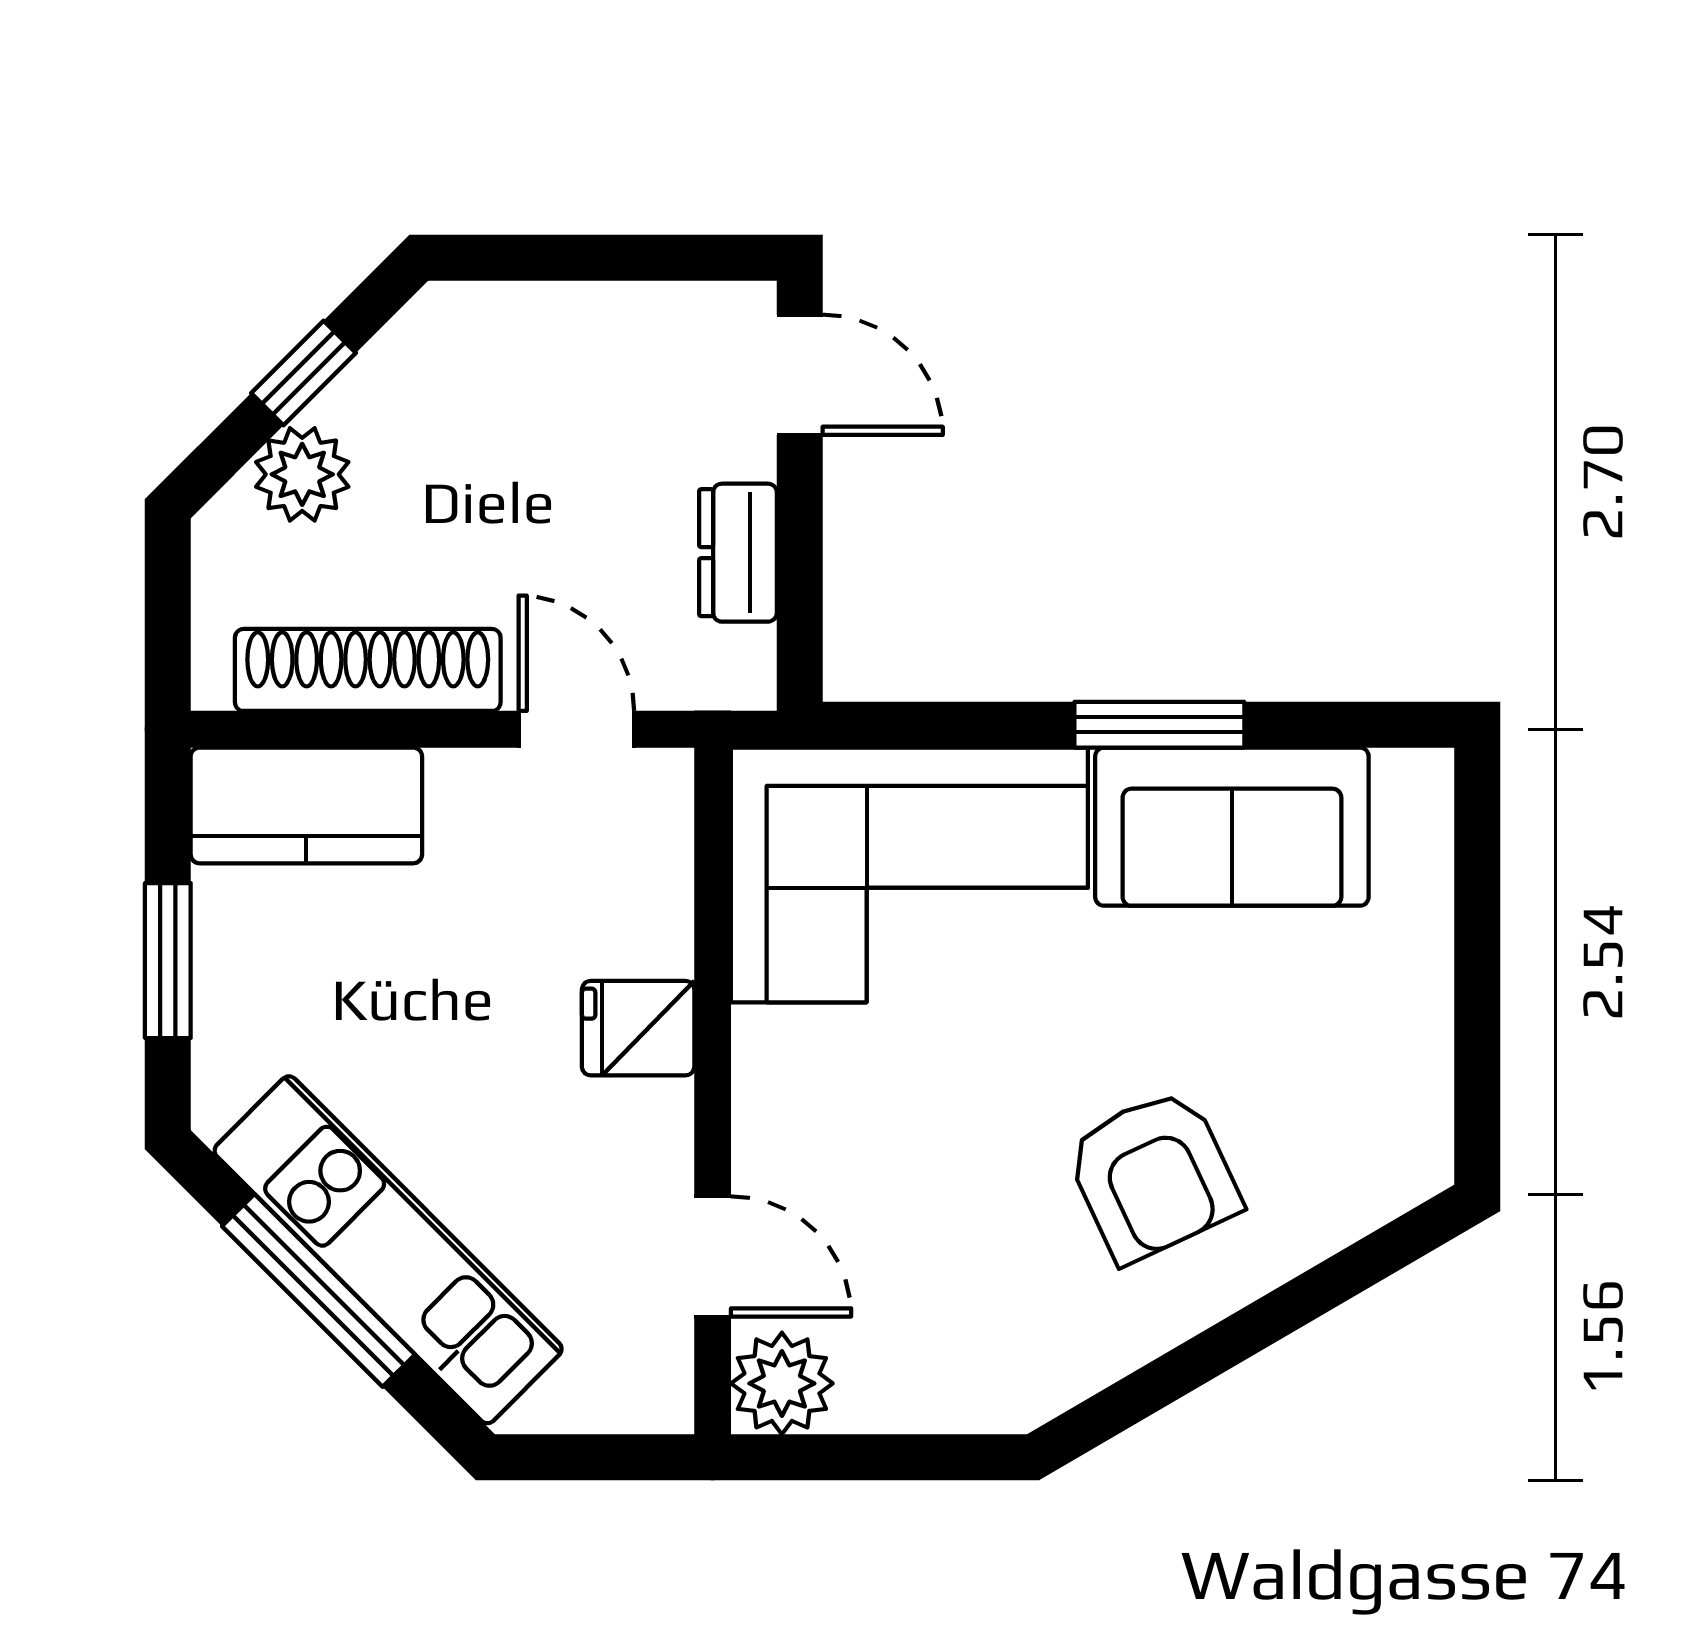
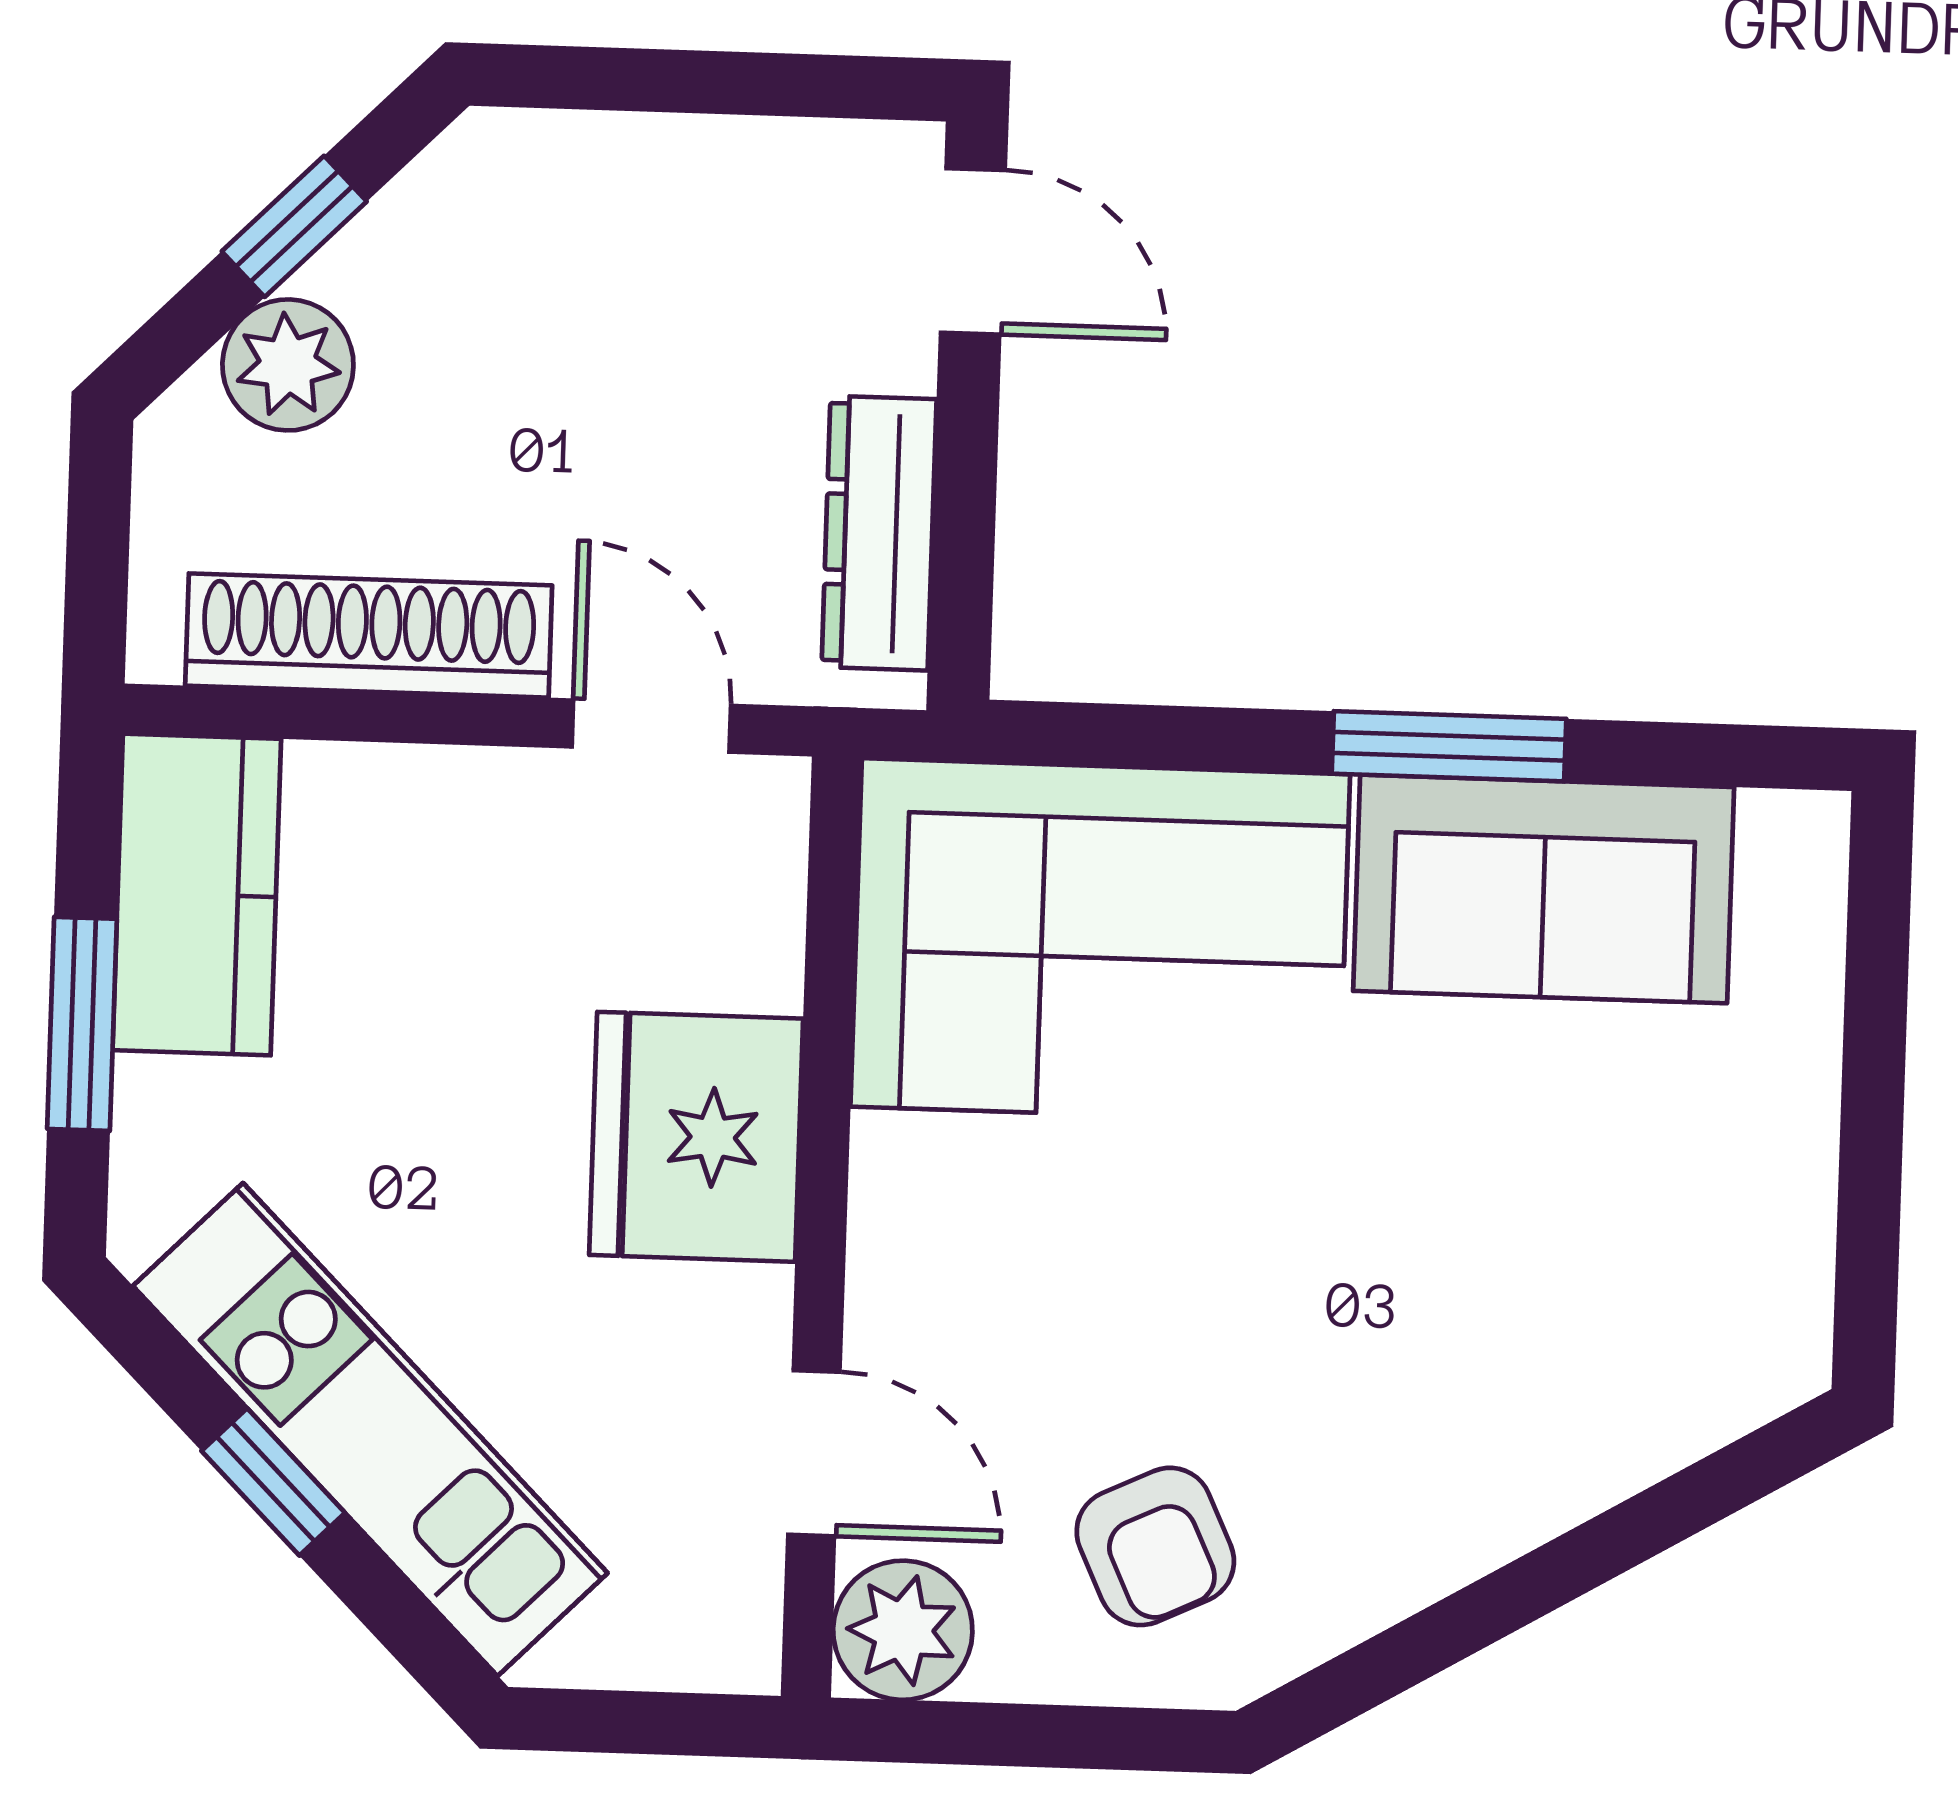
dresser: (738, 553) -> (879, 533), width x1.44
kitchen counter: (306, 805) -> (197, 895), moved, turned -90
fridge: (638, 1028) -> (696, 1137), width x1.88, depth x1.34
armchair: (1153, 1175) -> (1155, 1546), moved, width x0.72, depth x0.72
window: (319, 1290) -> (273, 1482), width x0.46

